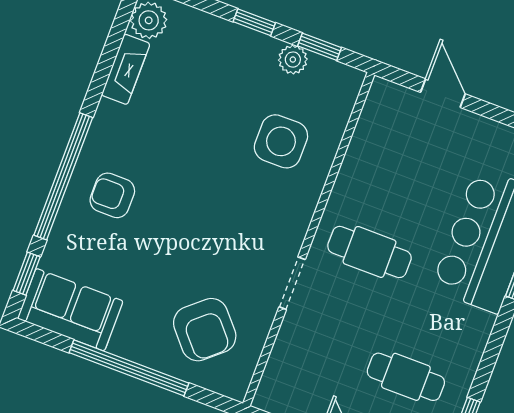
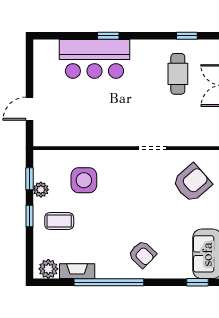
coffee table: (226, 71) -> (59, 221), added
window: (63, 176) -> (109, 282), moved
armchair: (112, 195) -> (142, 254), turned -46
cafe table: (369, 252) -> (122, 115), removed

